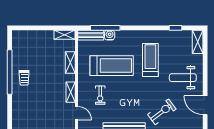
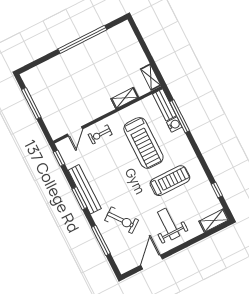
trolley: (24, 78) -> (84, 58), removed
shelving: (71, 92) -> (94, 114), removed
exercise bike: (100, 95) -> (100, 134), moved

